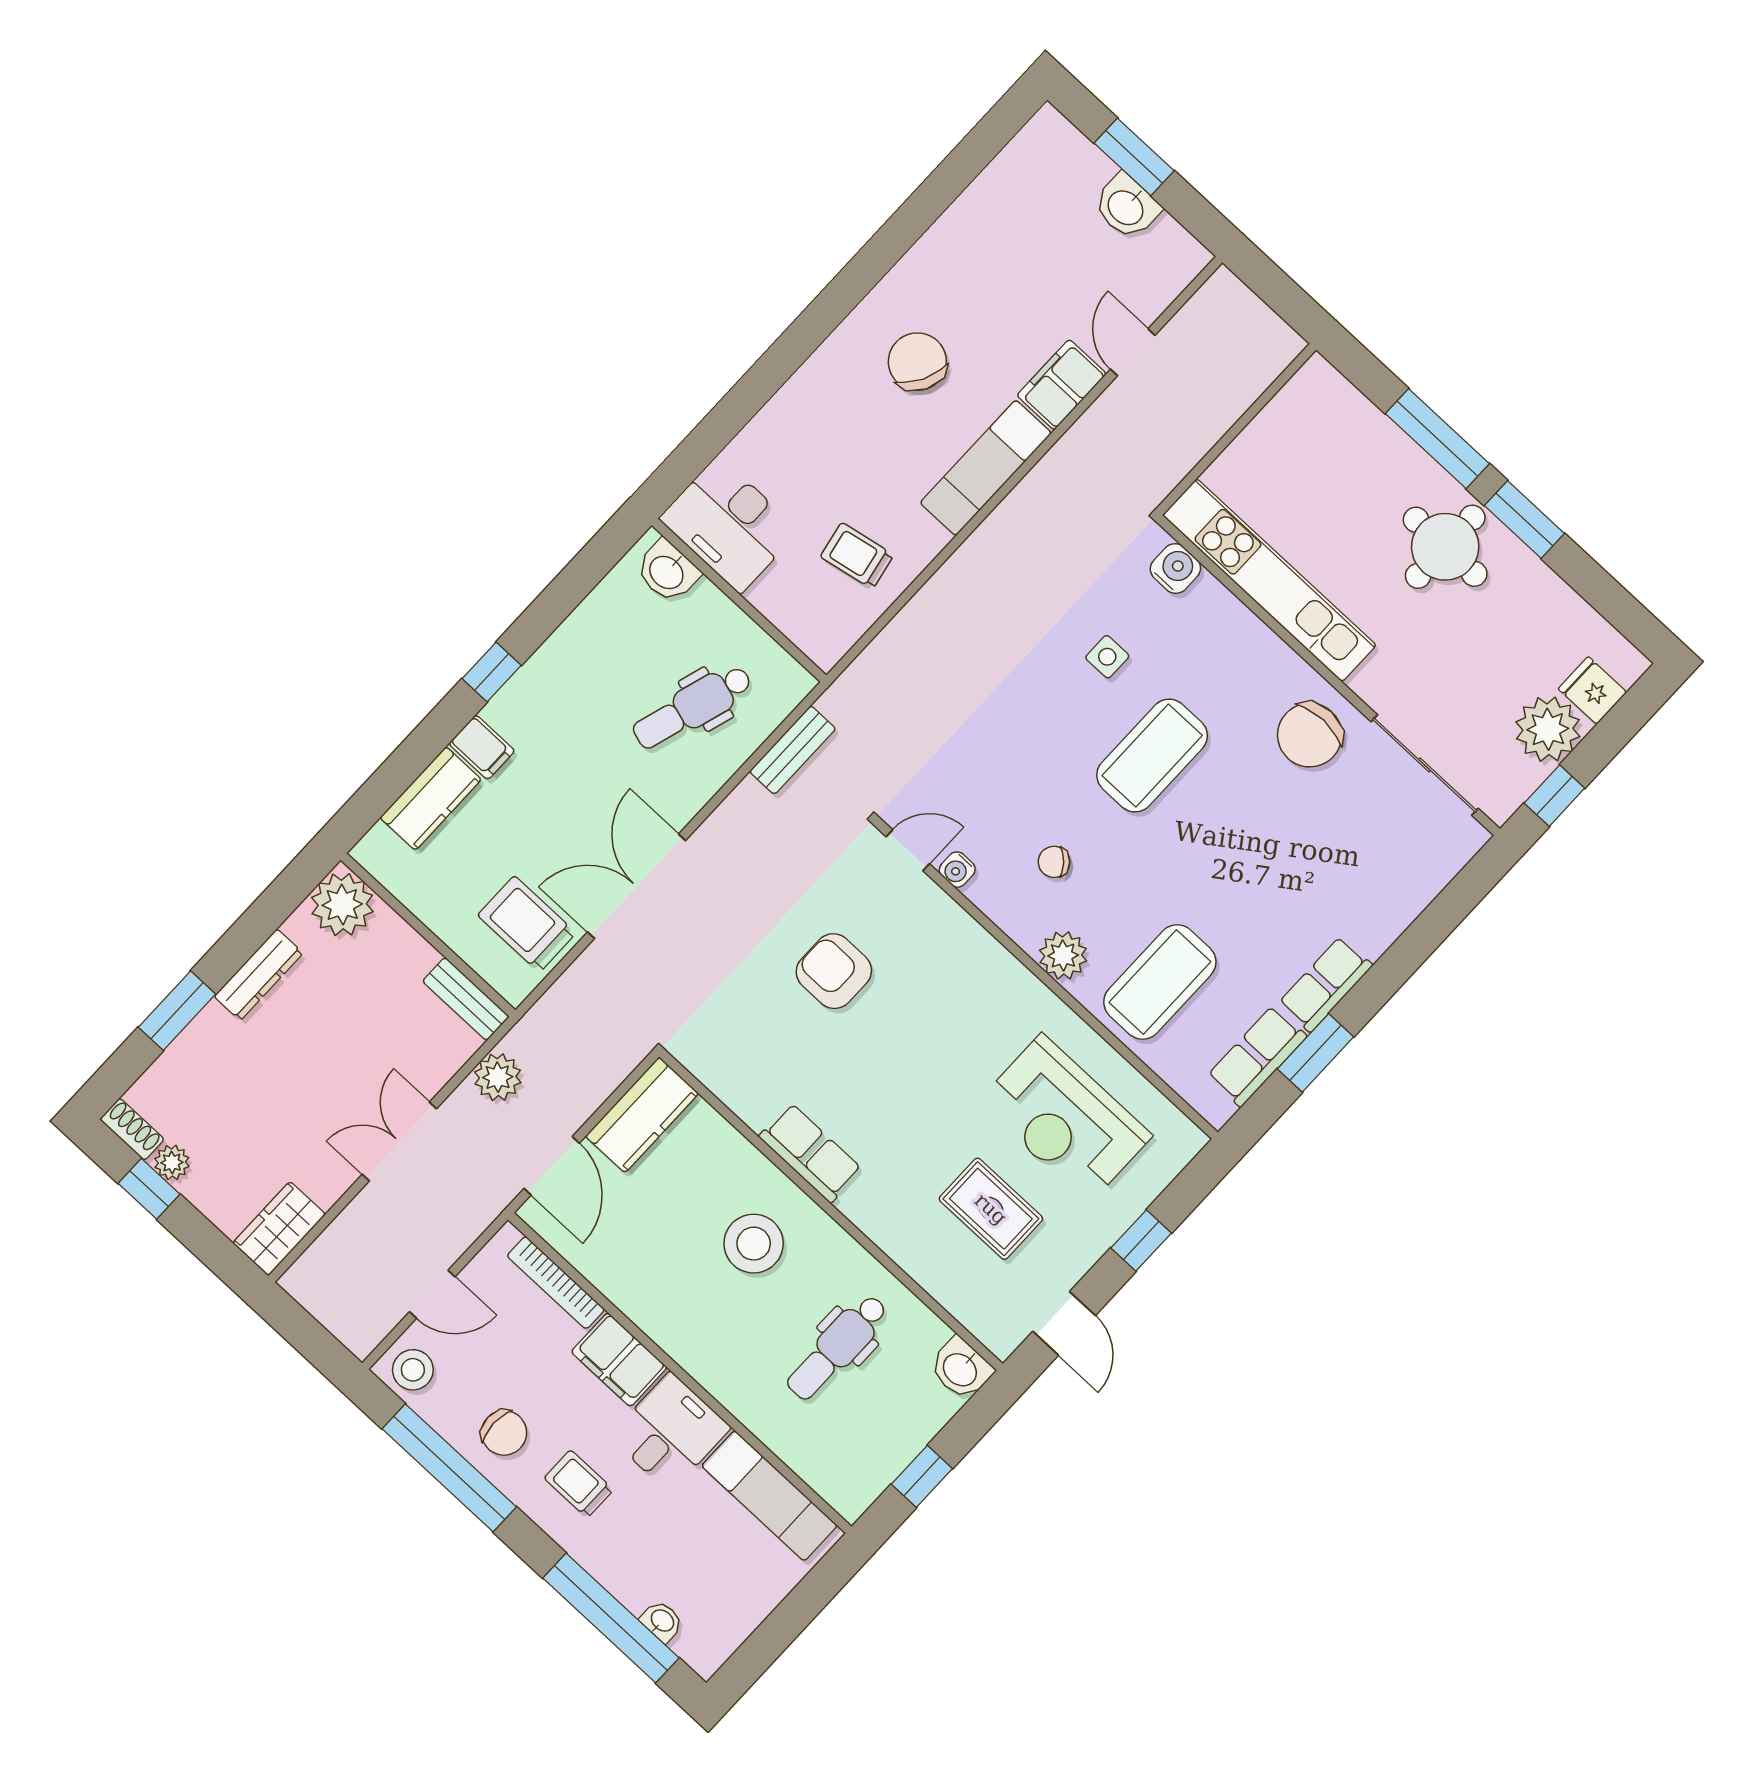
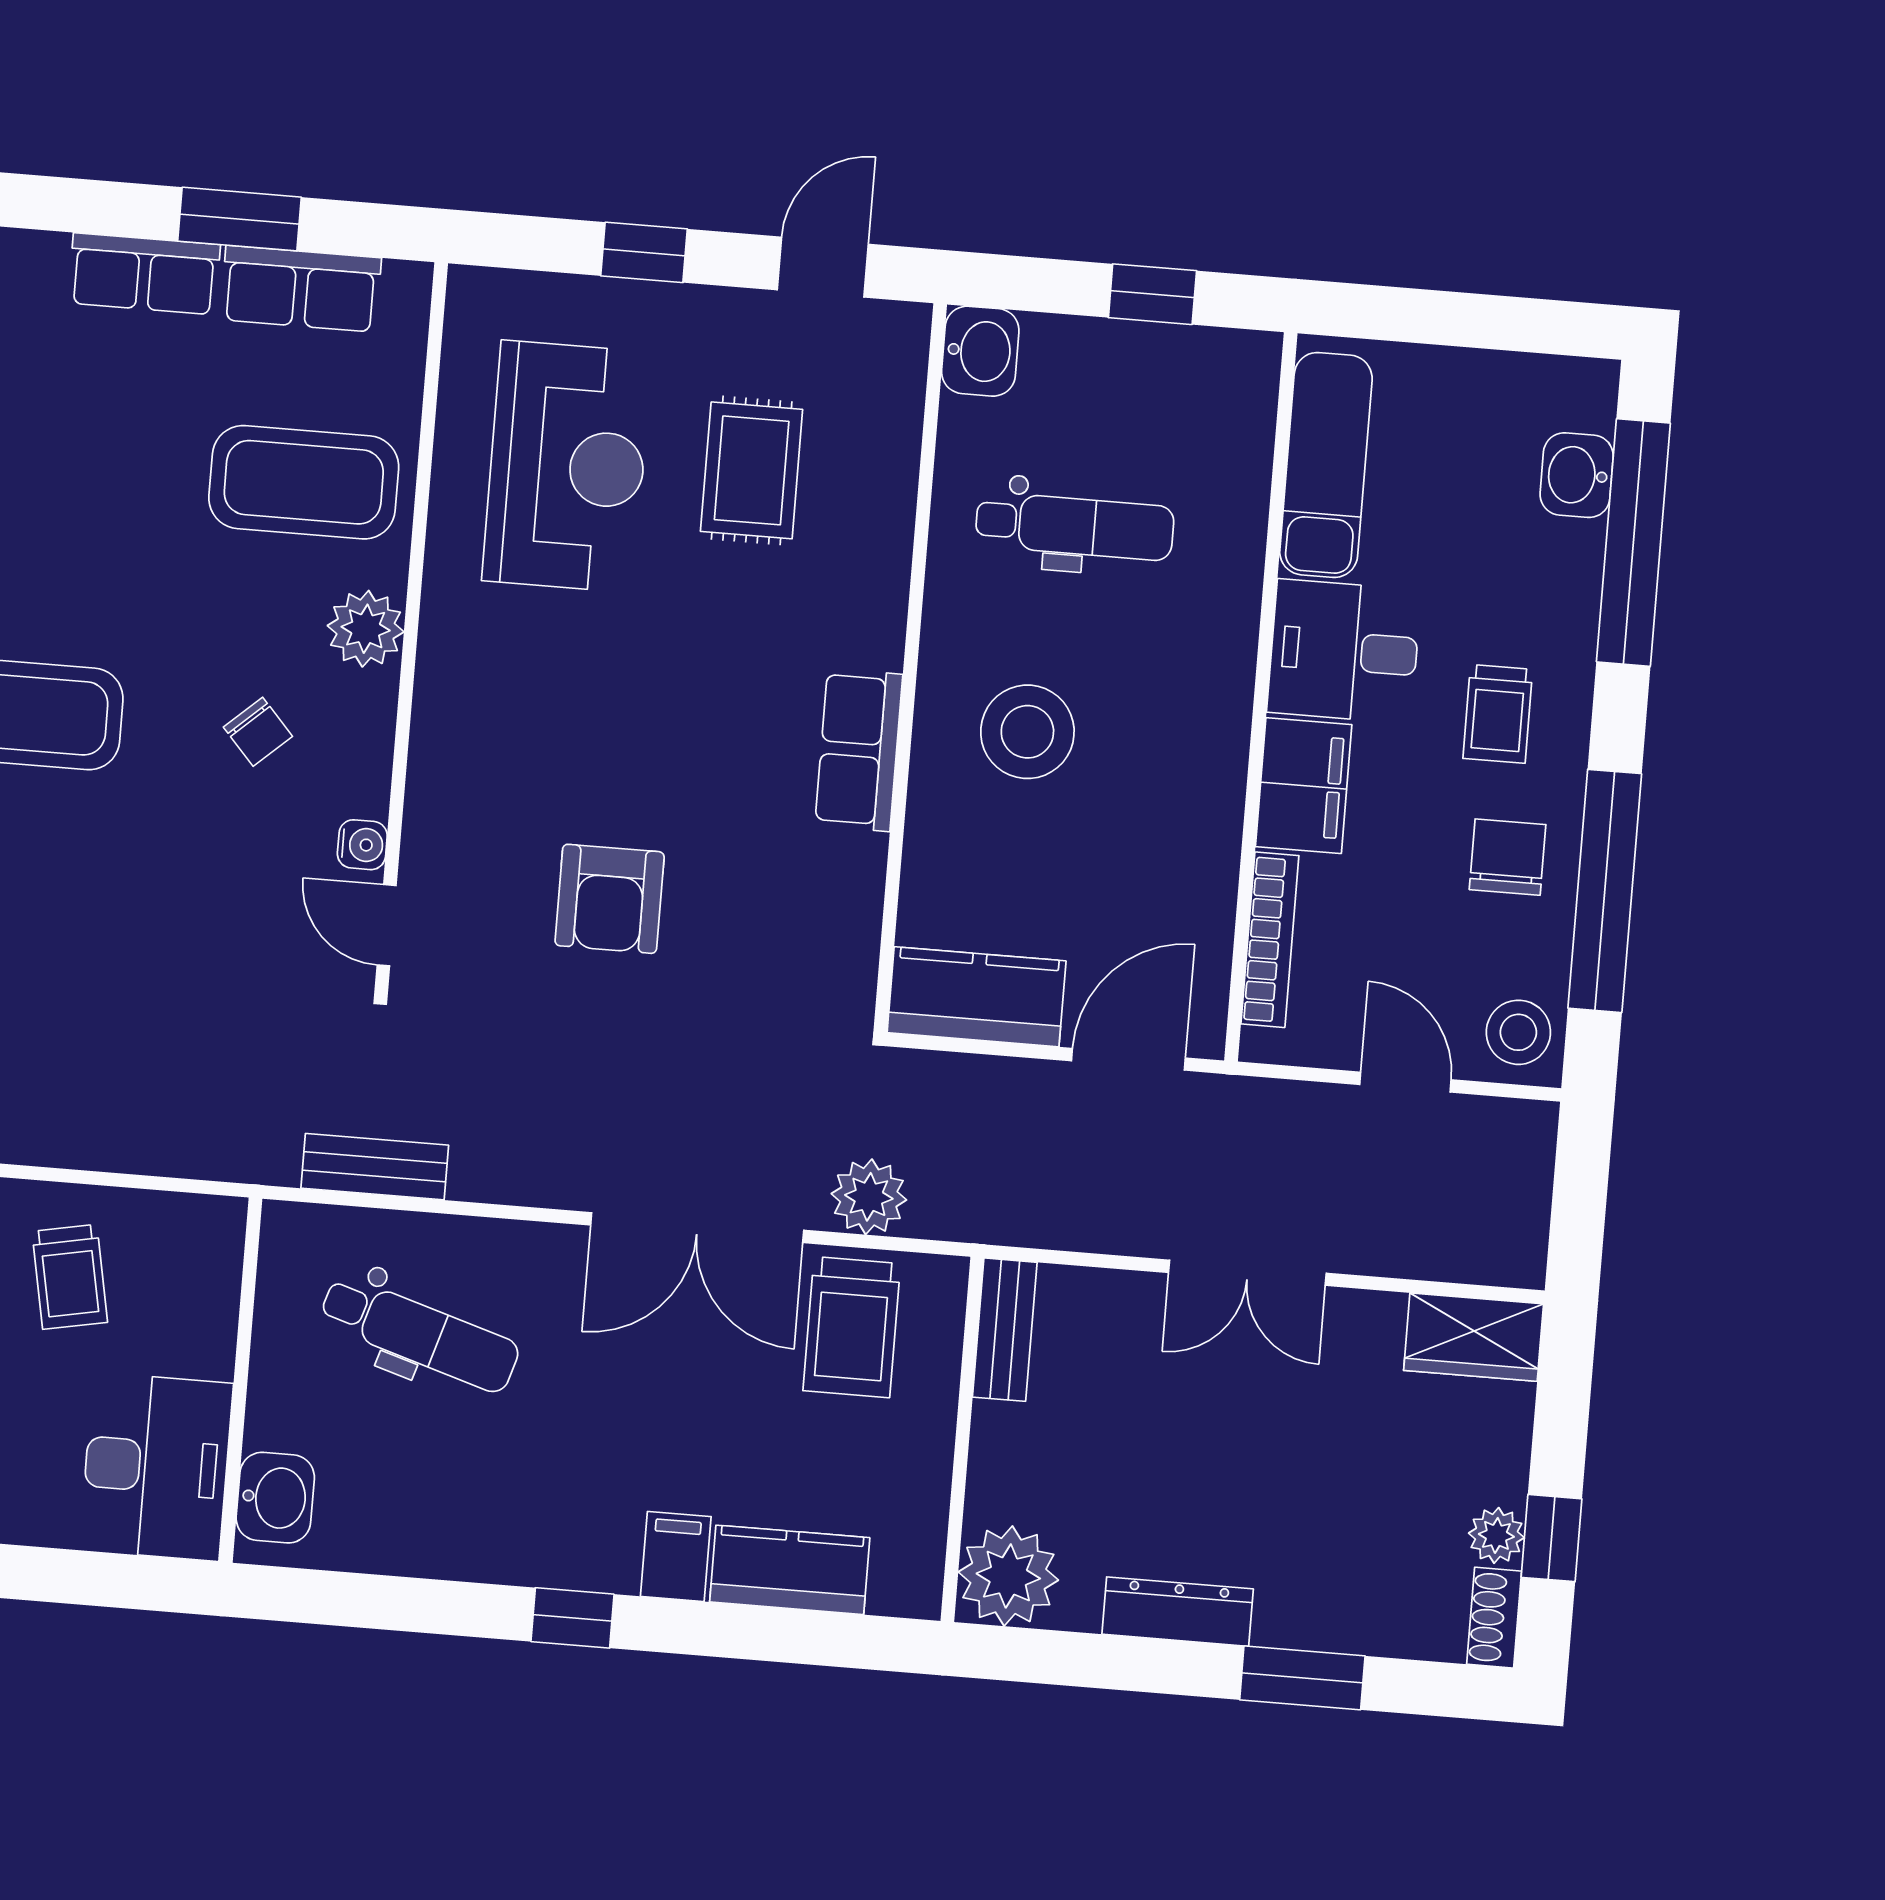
plant: (498, 1077) -> (869, 1197), moved
washbasin: (662, 1621) -> (1577, 475), width x1.38, depth x1.45

